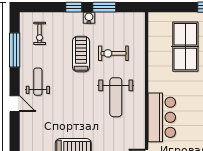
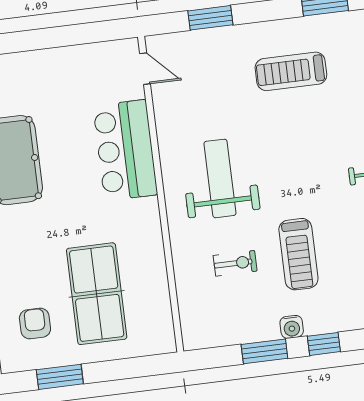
exercise bike: (113, 53) -> (235, 263), width x0.73, depth x0.72

